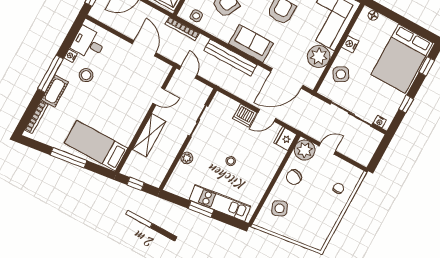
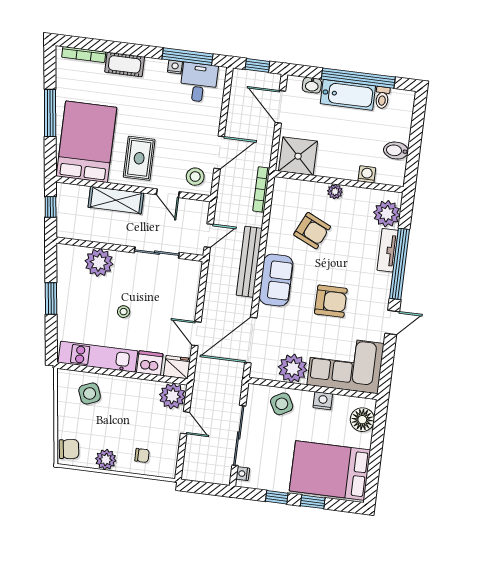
floor lamp: (373, 15) -> (362, 420), width x1.89, depth x1.89
side table: (196, 16) -> (283, 200), removed
window: (427, 66) -> (313, 502), moved
door: (188, 72) -> (209, 236), moved
window: (50, 74) -> (188, 57), moved
stool: (86, 75) -> (195, 177), moved
door: (287, 78) -> (251, 340), hinge flipped
rug: (126, 107) -> (139, 158), added
dishwasher: (245, 115) -> (150, 363), moved, turned 90
bed: (96, 146) -> (86, 142), width x1.50
plant: (187, 158) -> (99, 262), width x1.87, depth x1.87
chair: (294, 177) -> (69, 449), moved, turned 151
kitchen unit: (220, 203) -> (98, 357), moved, turned -83
plant: (331, 215) -> (106, 460), added

